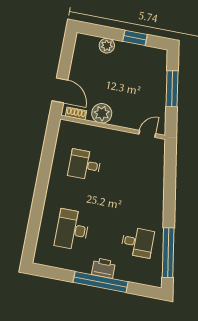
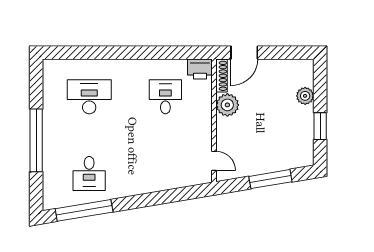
shoe rack: (76, 114) -> (221, 76), width x1.43
printer: (104, 268) -> (200, 69), moved, turned 90

